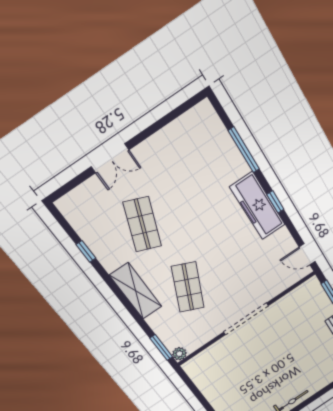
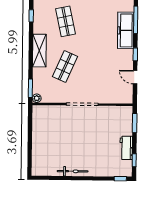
freezer: (258, 206) -> (126, 30), moved
shop shelf: (142, 224) -> (66, 21), turned -33
door: (307, 254) -> (135, 77), moved

